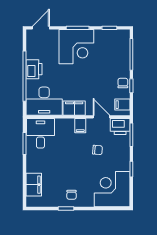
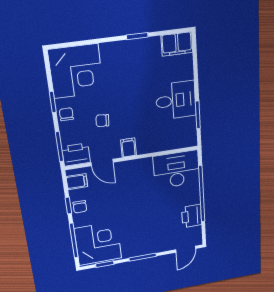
corner desk: (76, 47) -> (98, 243), moved, turned 90
printer: (34, 69) -> (192, 216), moved
filing cabinet: (74, 108) -> (138, 168), removed
desk: (40, 133) -> (176, 100), moved, turned -90
filing cabinet: (34, 185) -> (177, 44), moved, turned -90
chair: (72, 195) -> (66, 114), moved

